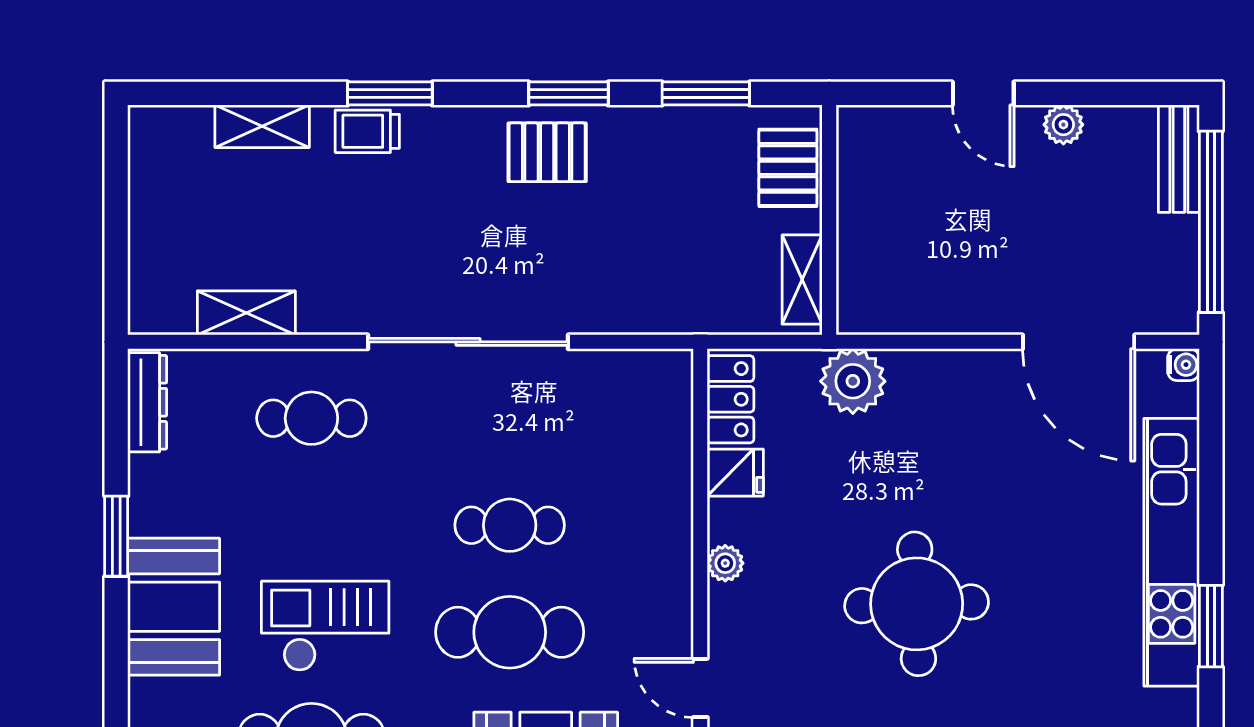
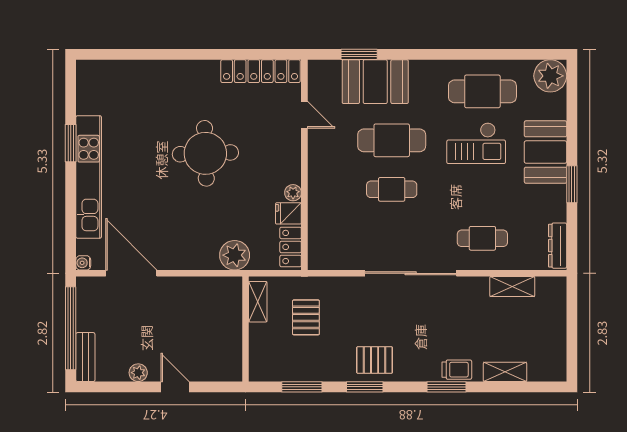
pallet: (788, 168) -> (306, 317), moved
plant: (725, 563) -> (293, 193), moved

